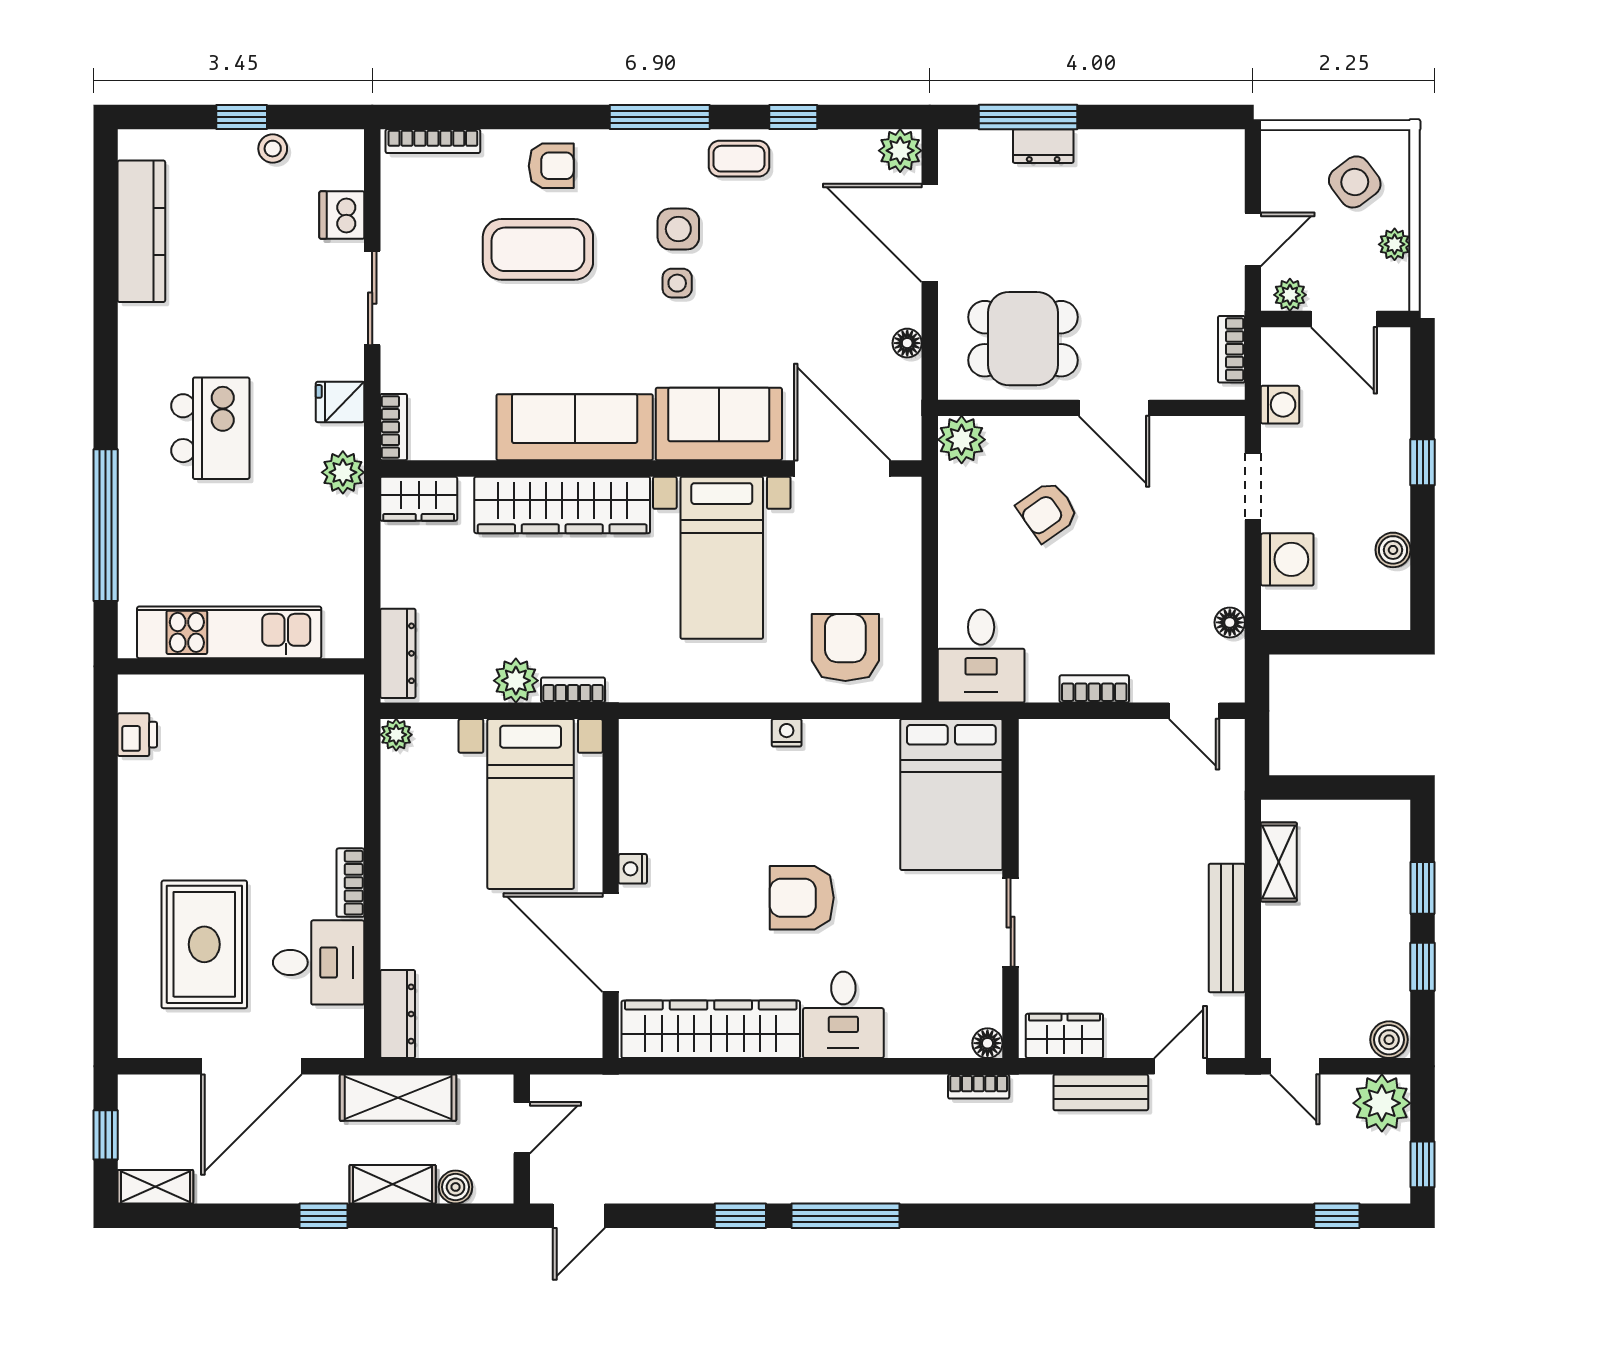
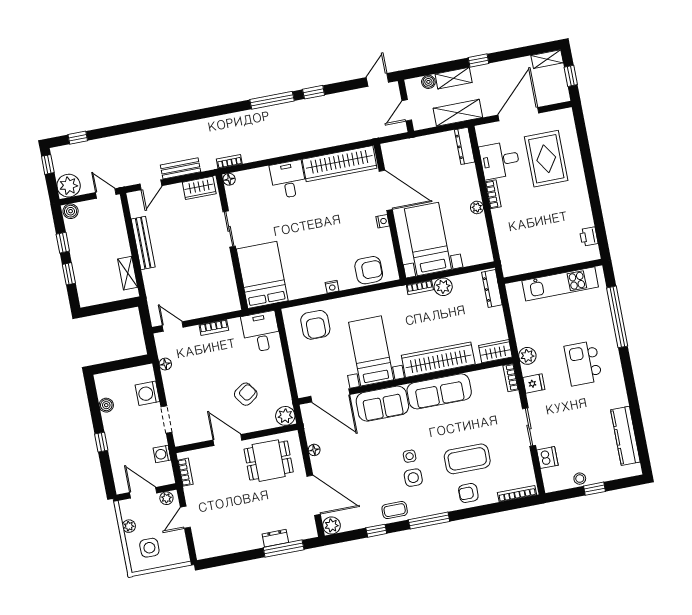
side table: (1355, 182) -> (149, 548), turned 37
plant: (396, 735) -> (477, 207), moved
armchair: (802, 898) -> (369, 270), moved

